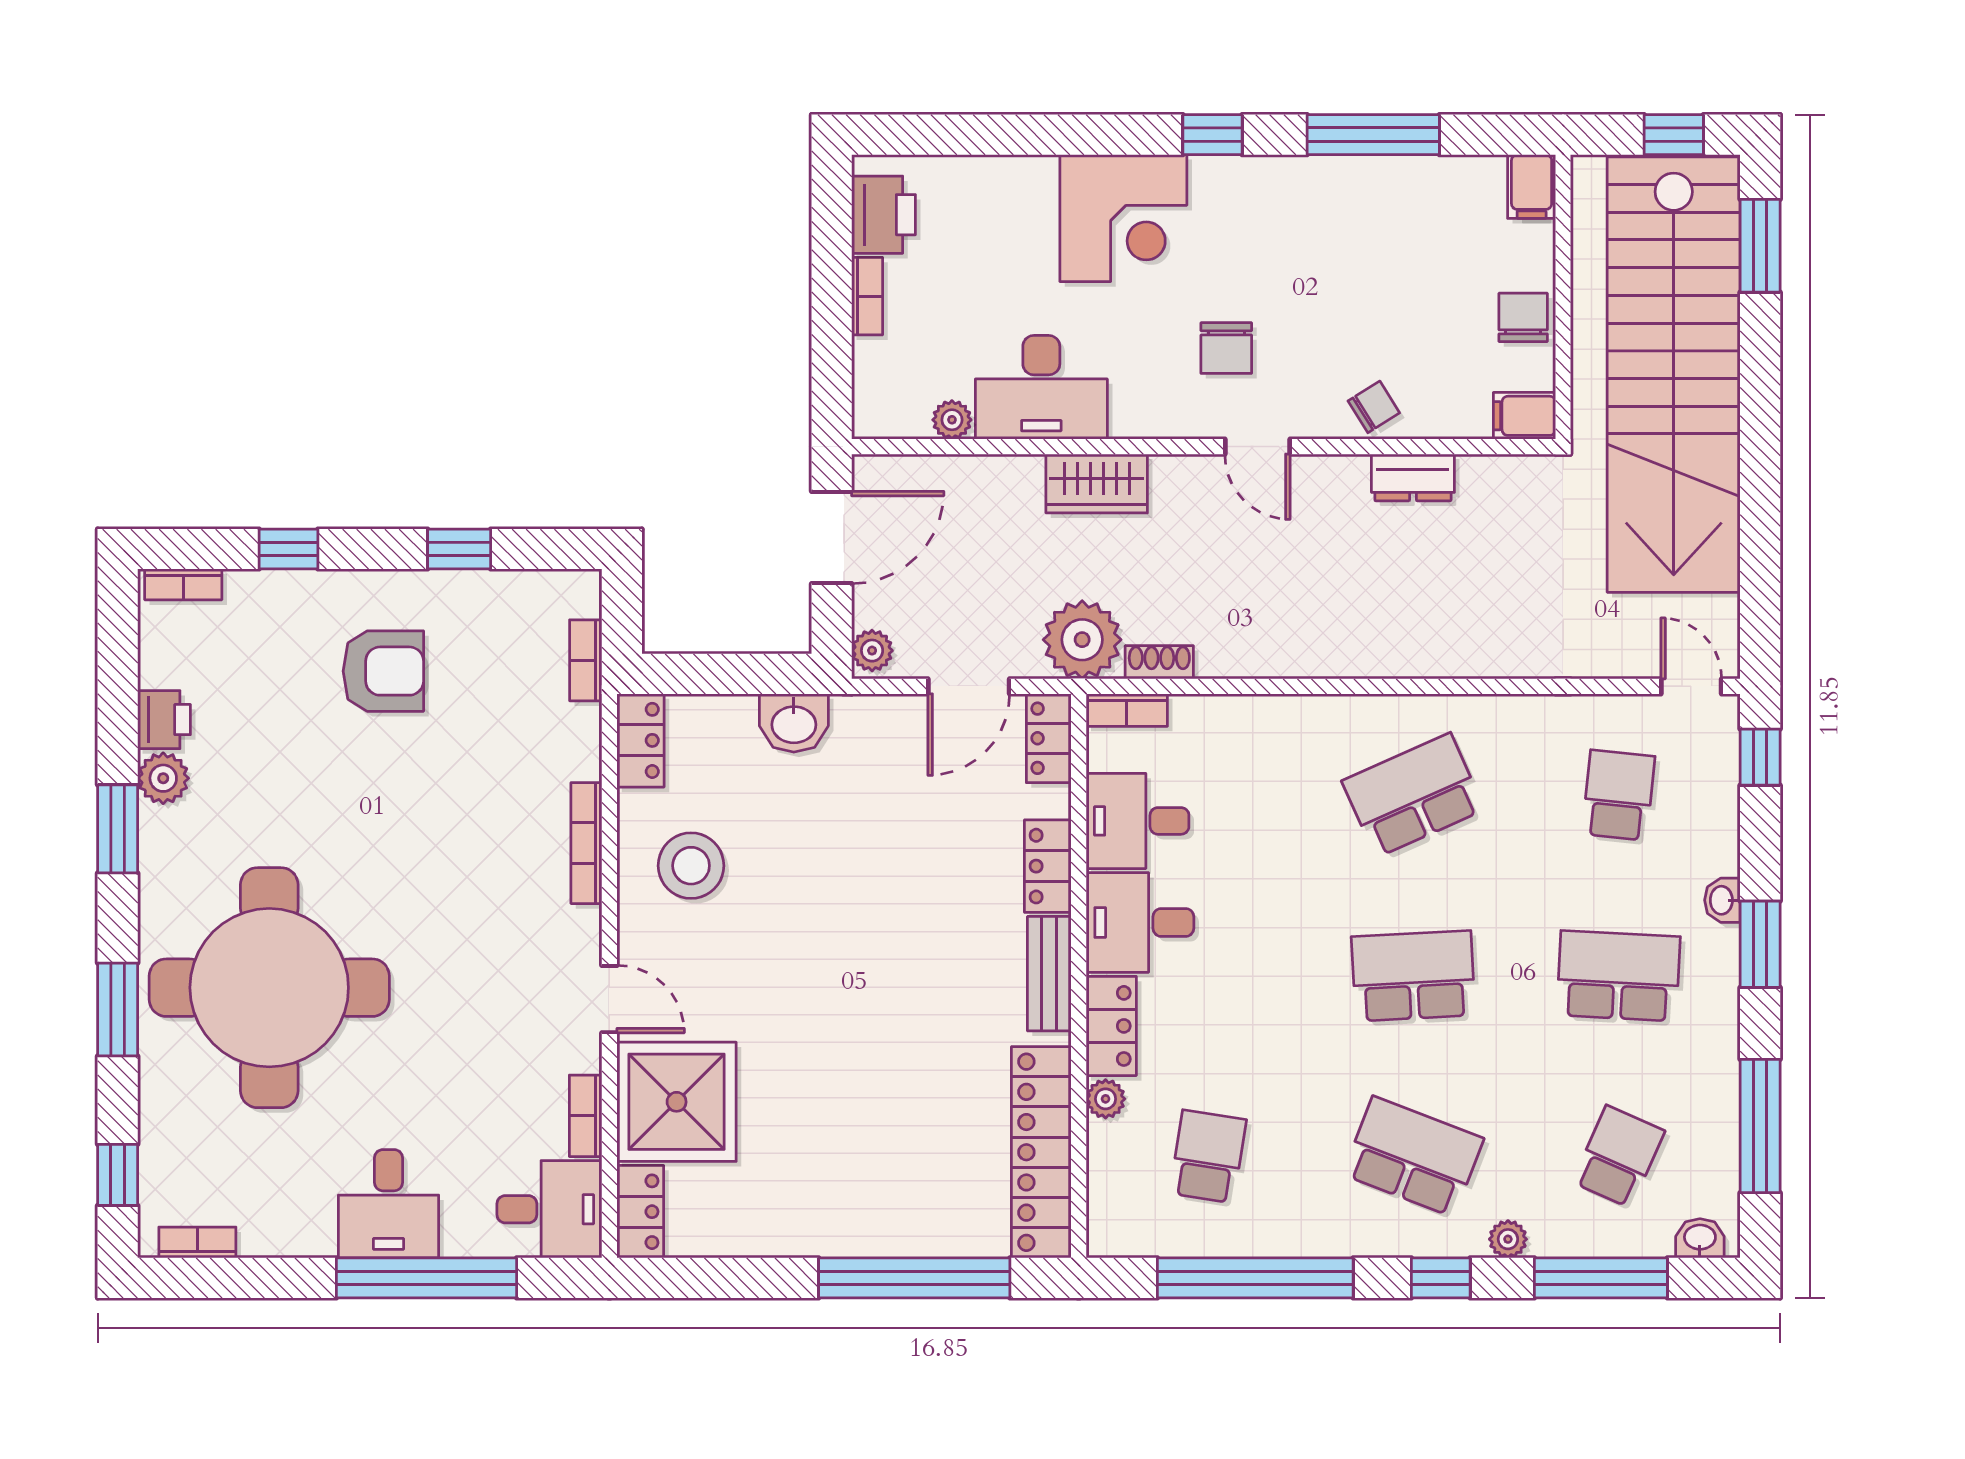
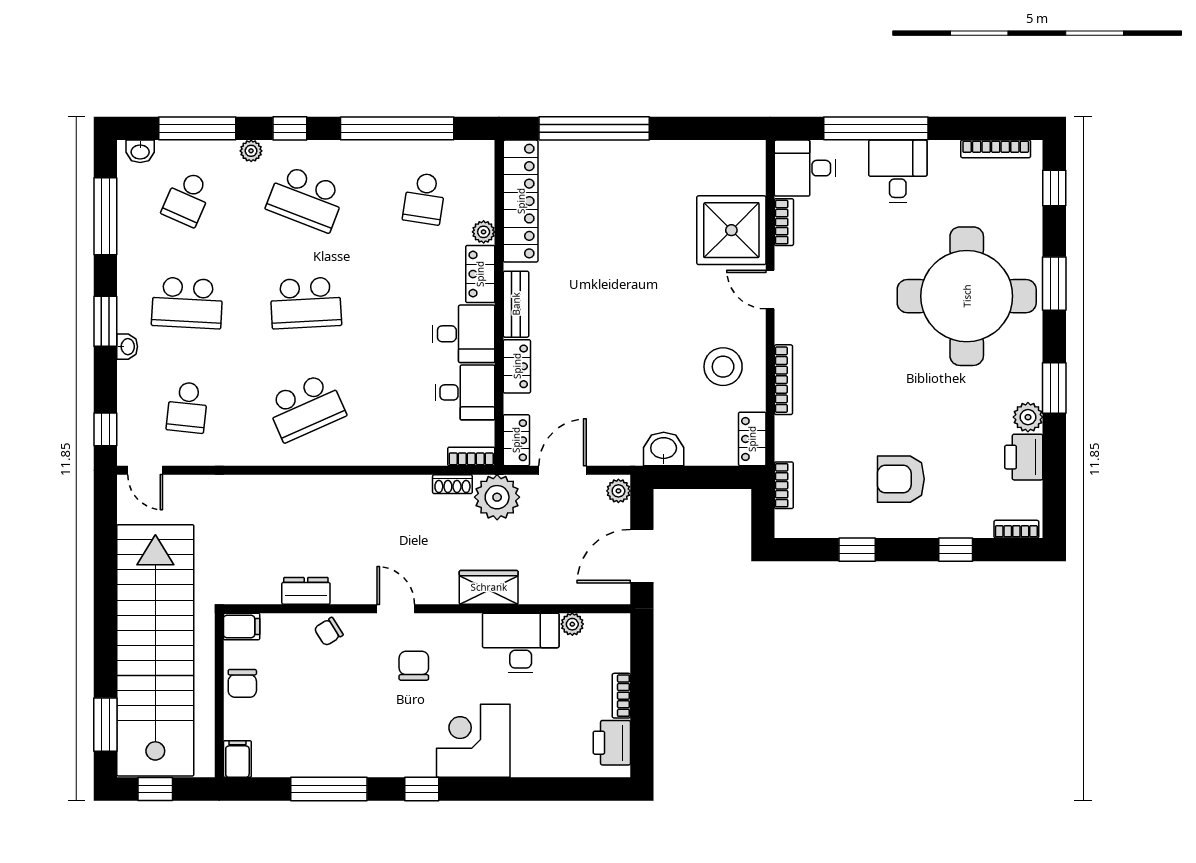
printer: (164, 720) -> (1024, 457), width x1.36, depth x1.24
locker: (640, 1212) -> (752, 167), removed
bookcase: (197, 1243) -> (996, 149), width x1.56

